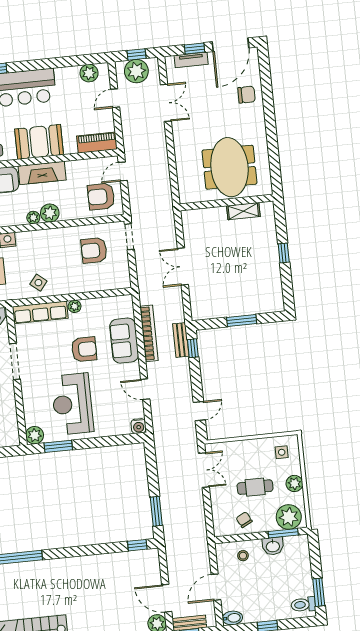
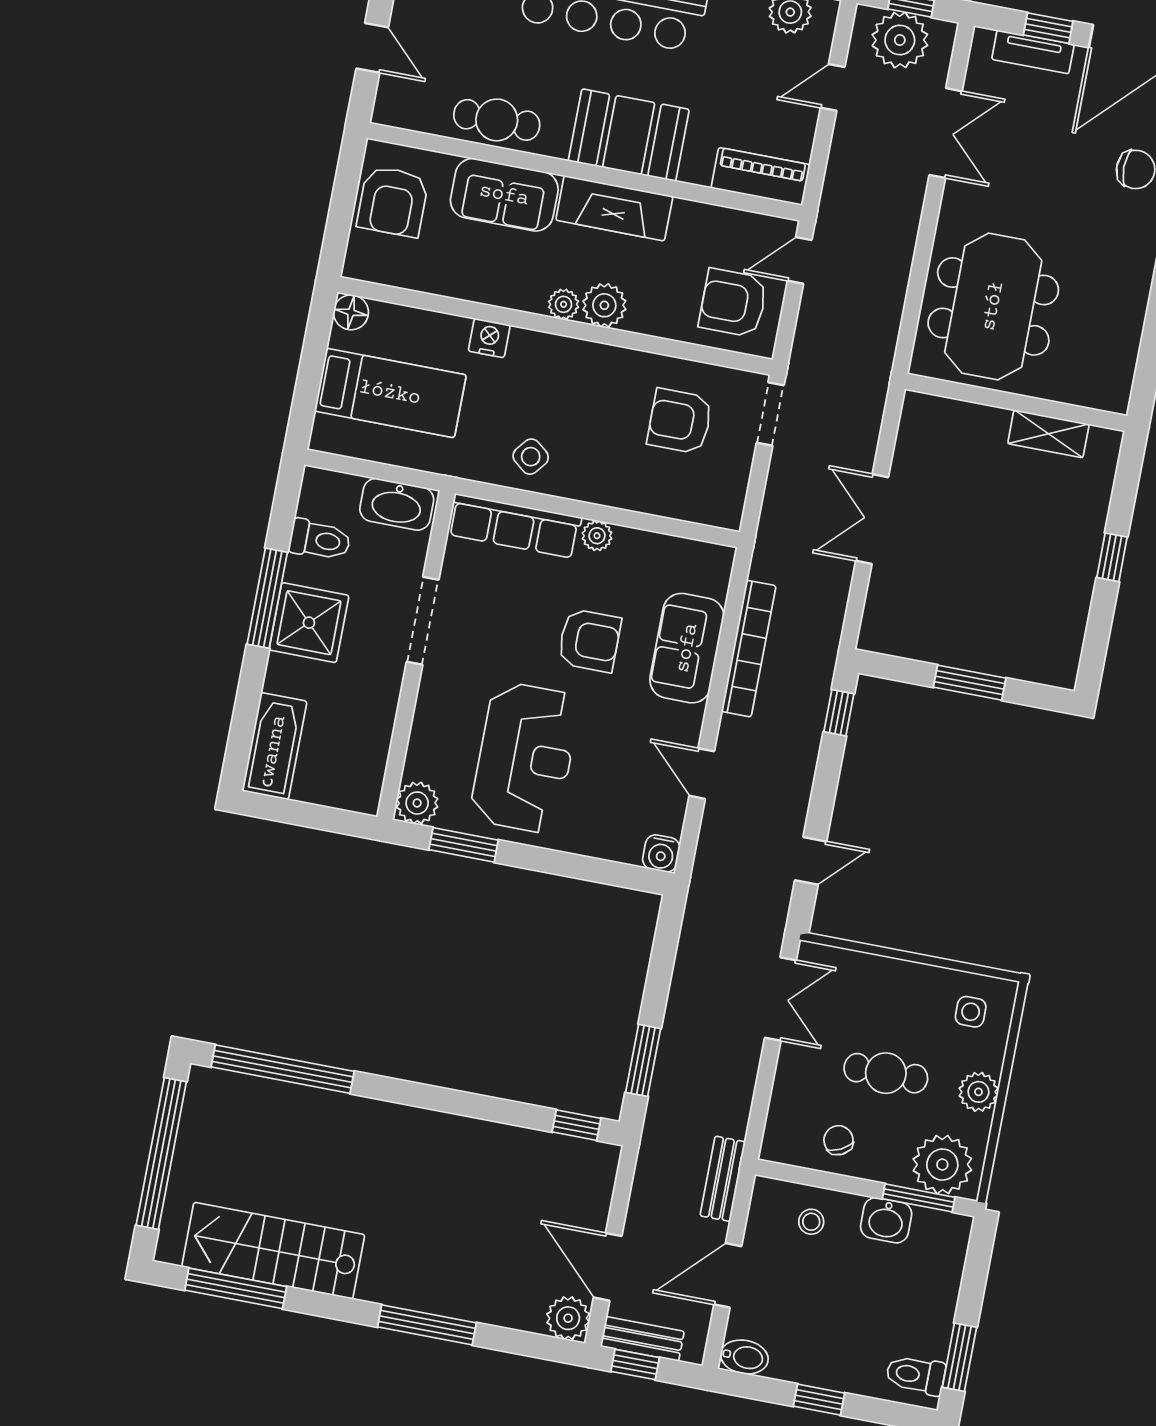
meeting table: (229, 167) -> (993, 306), moved
bench: (181, 340) -> (723, 1179), moved
reception desk: (72, 404) -> (525, 758), turned 180

